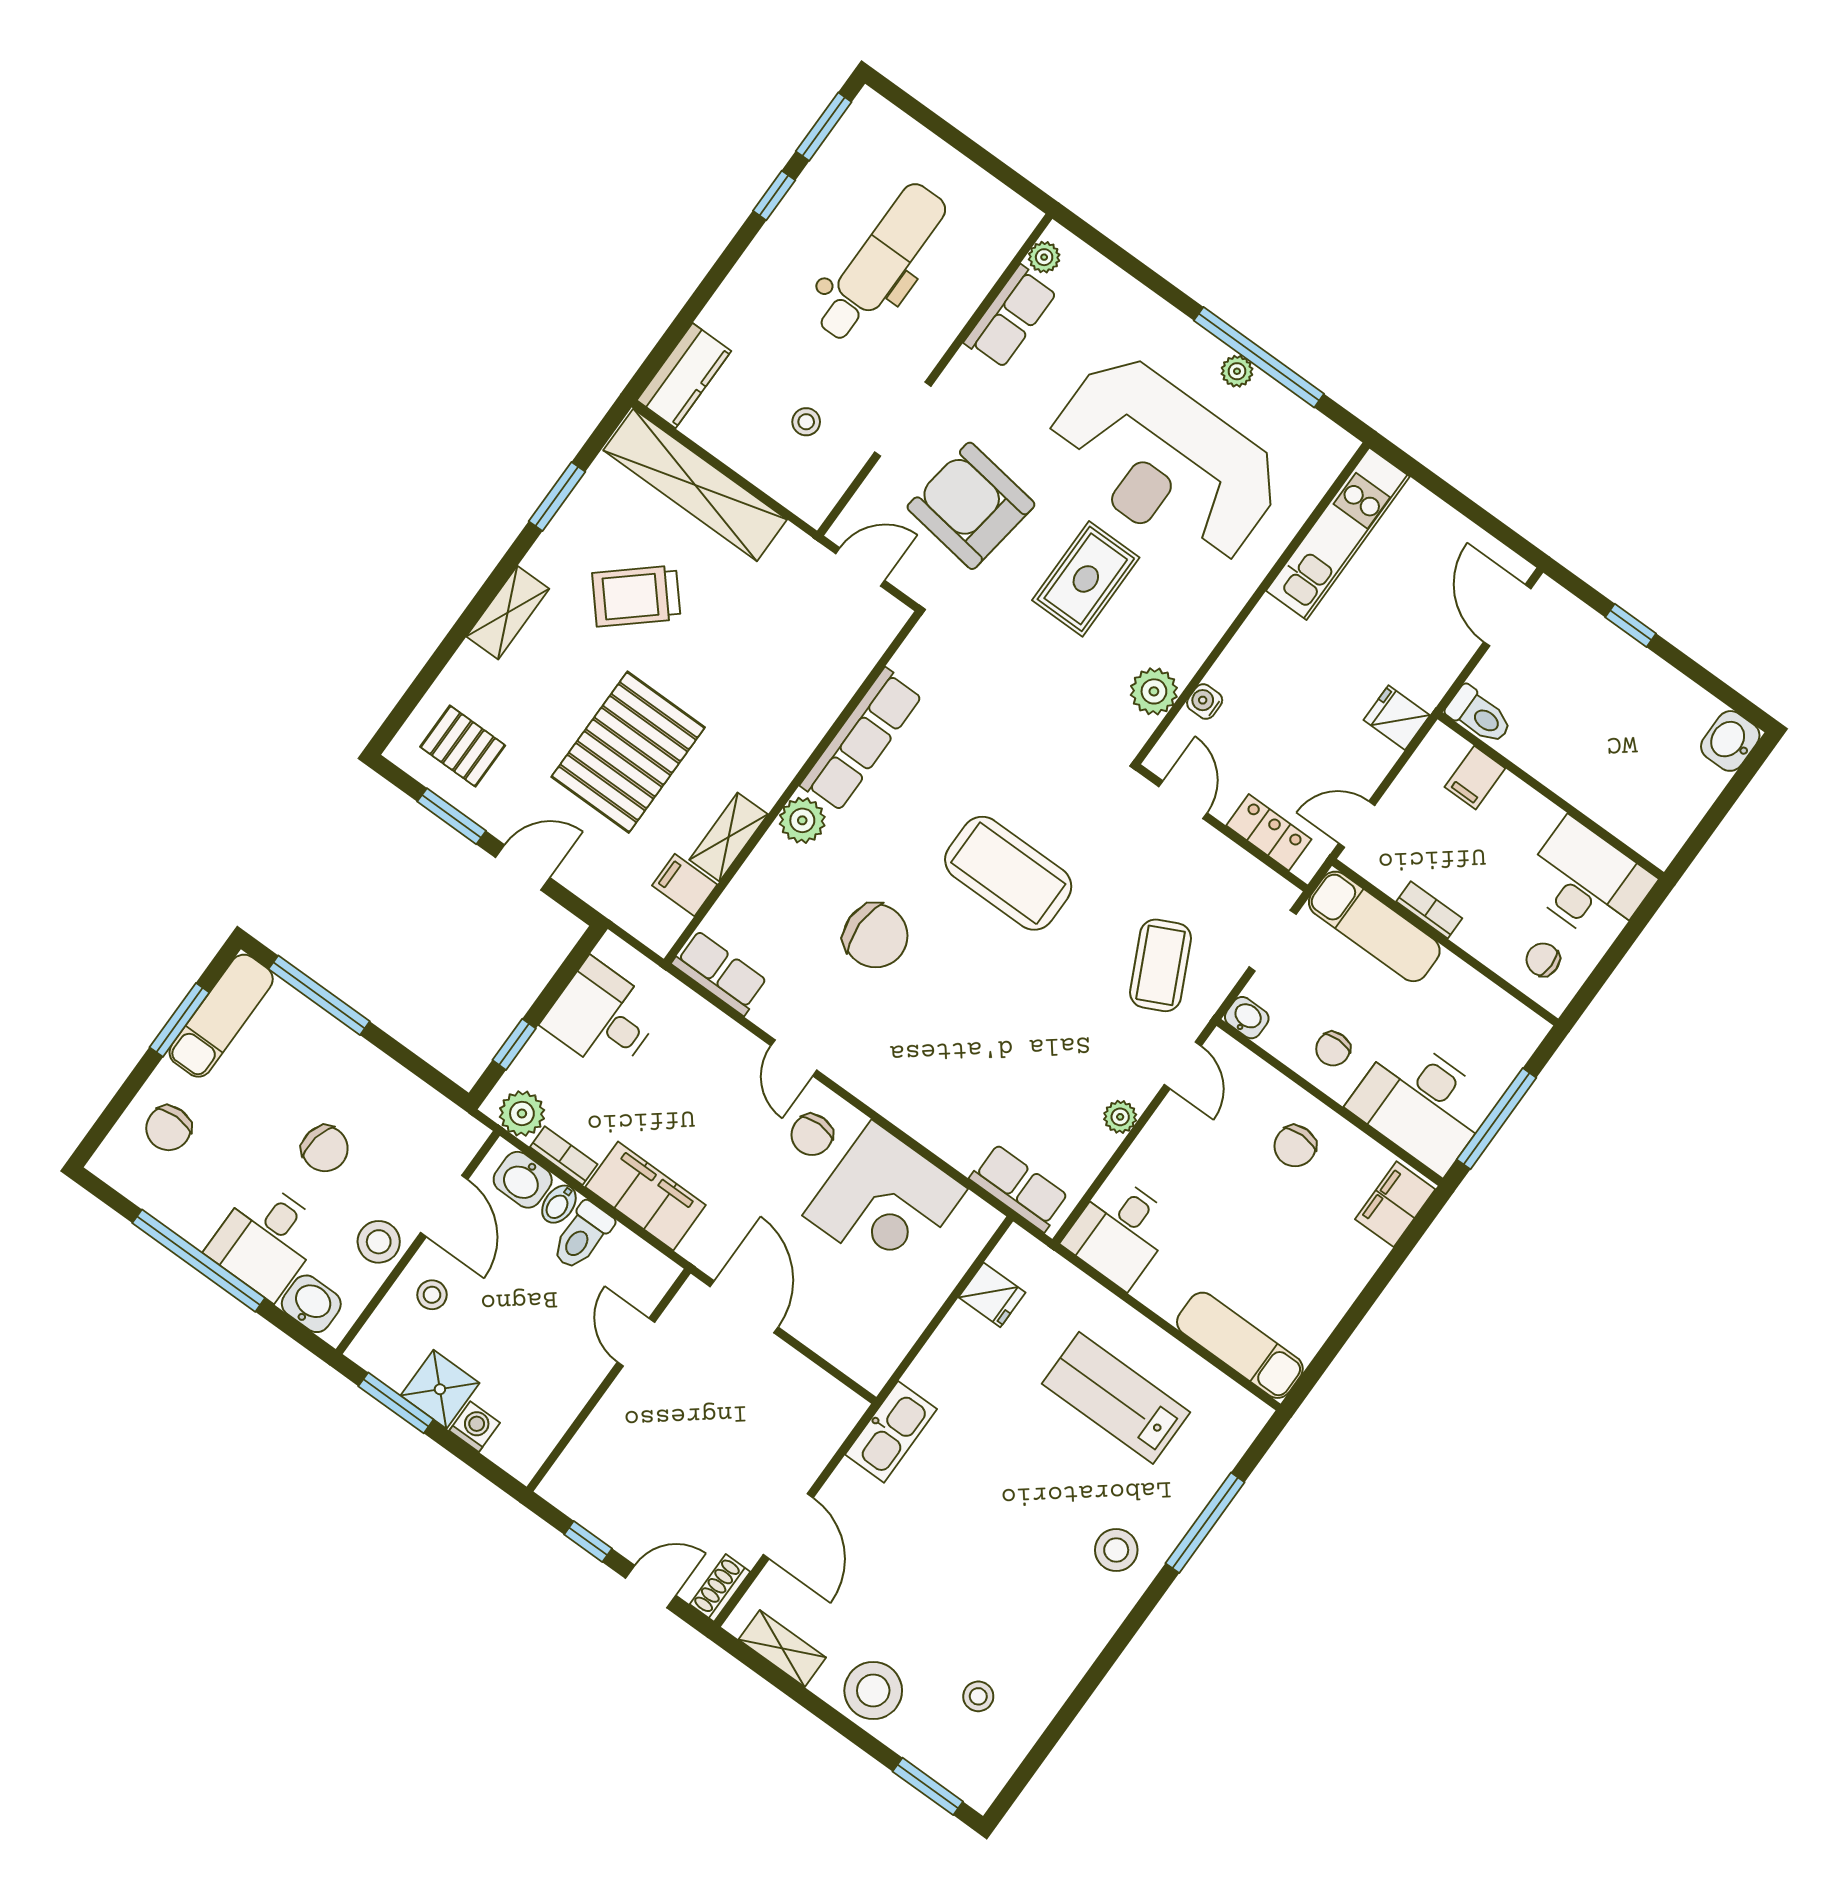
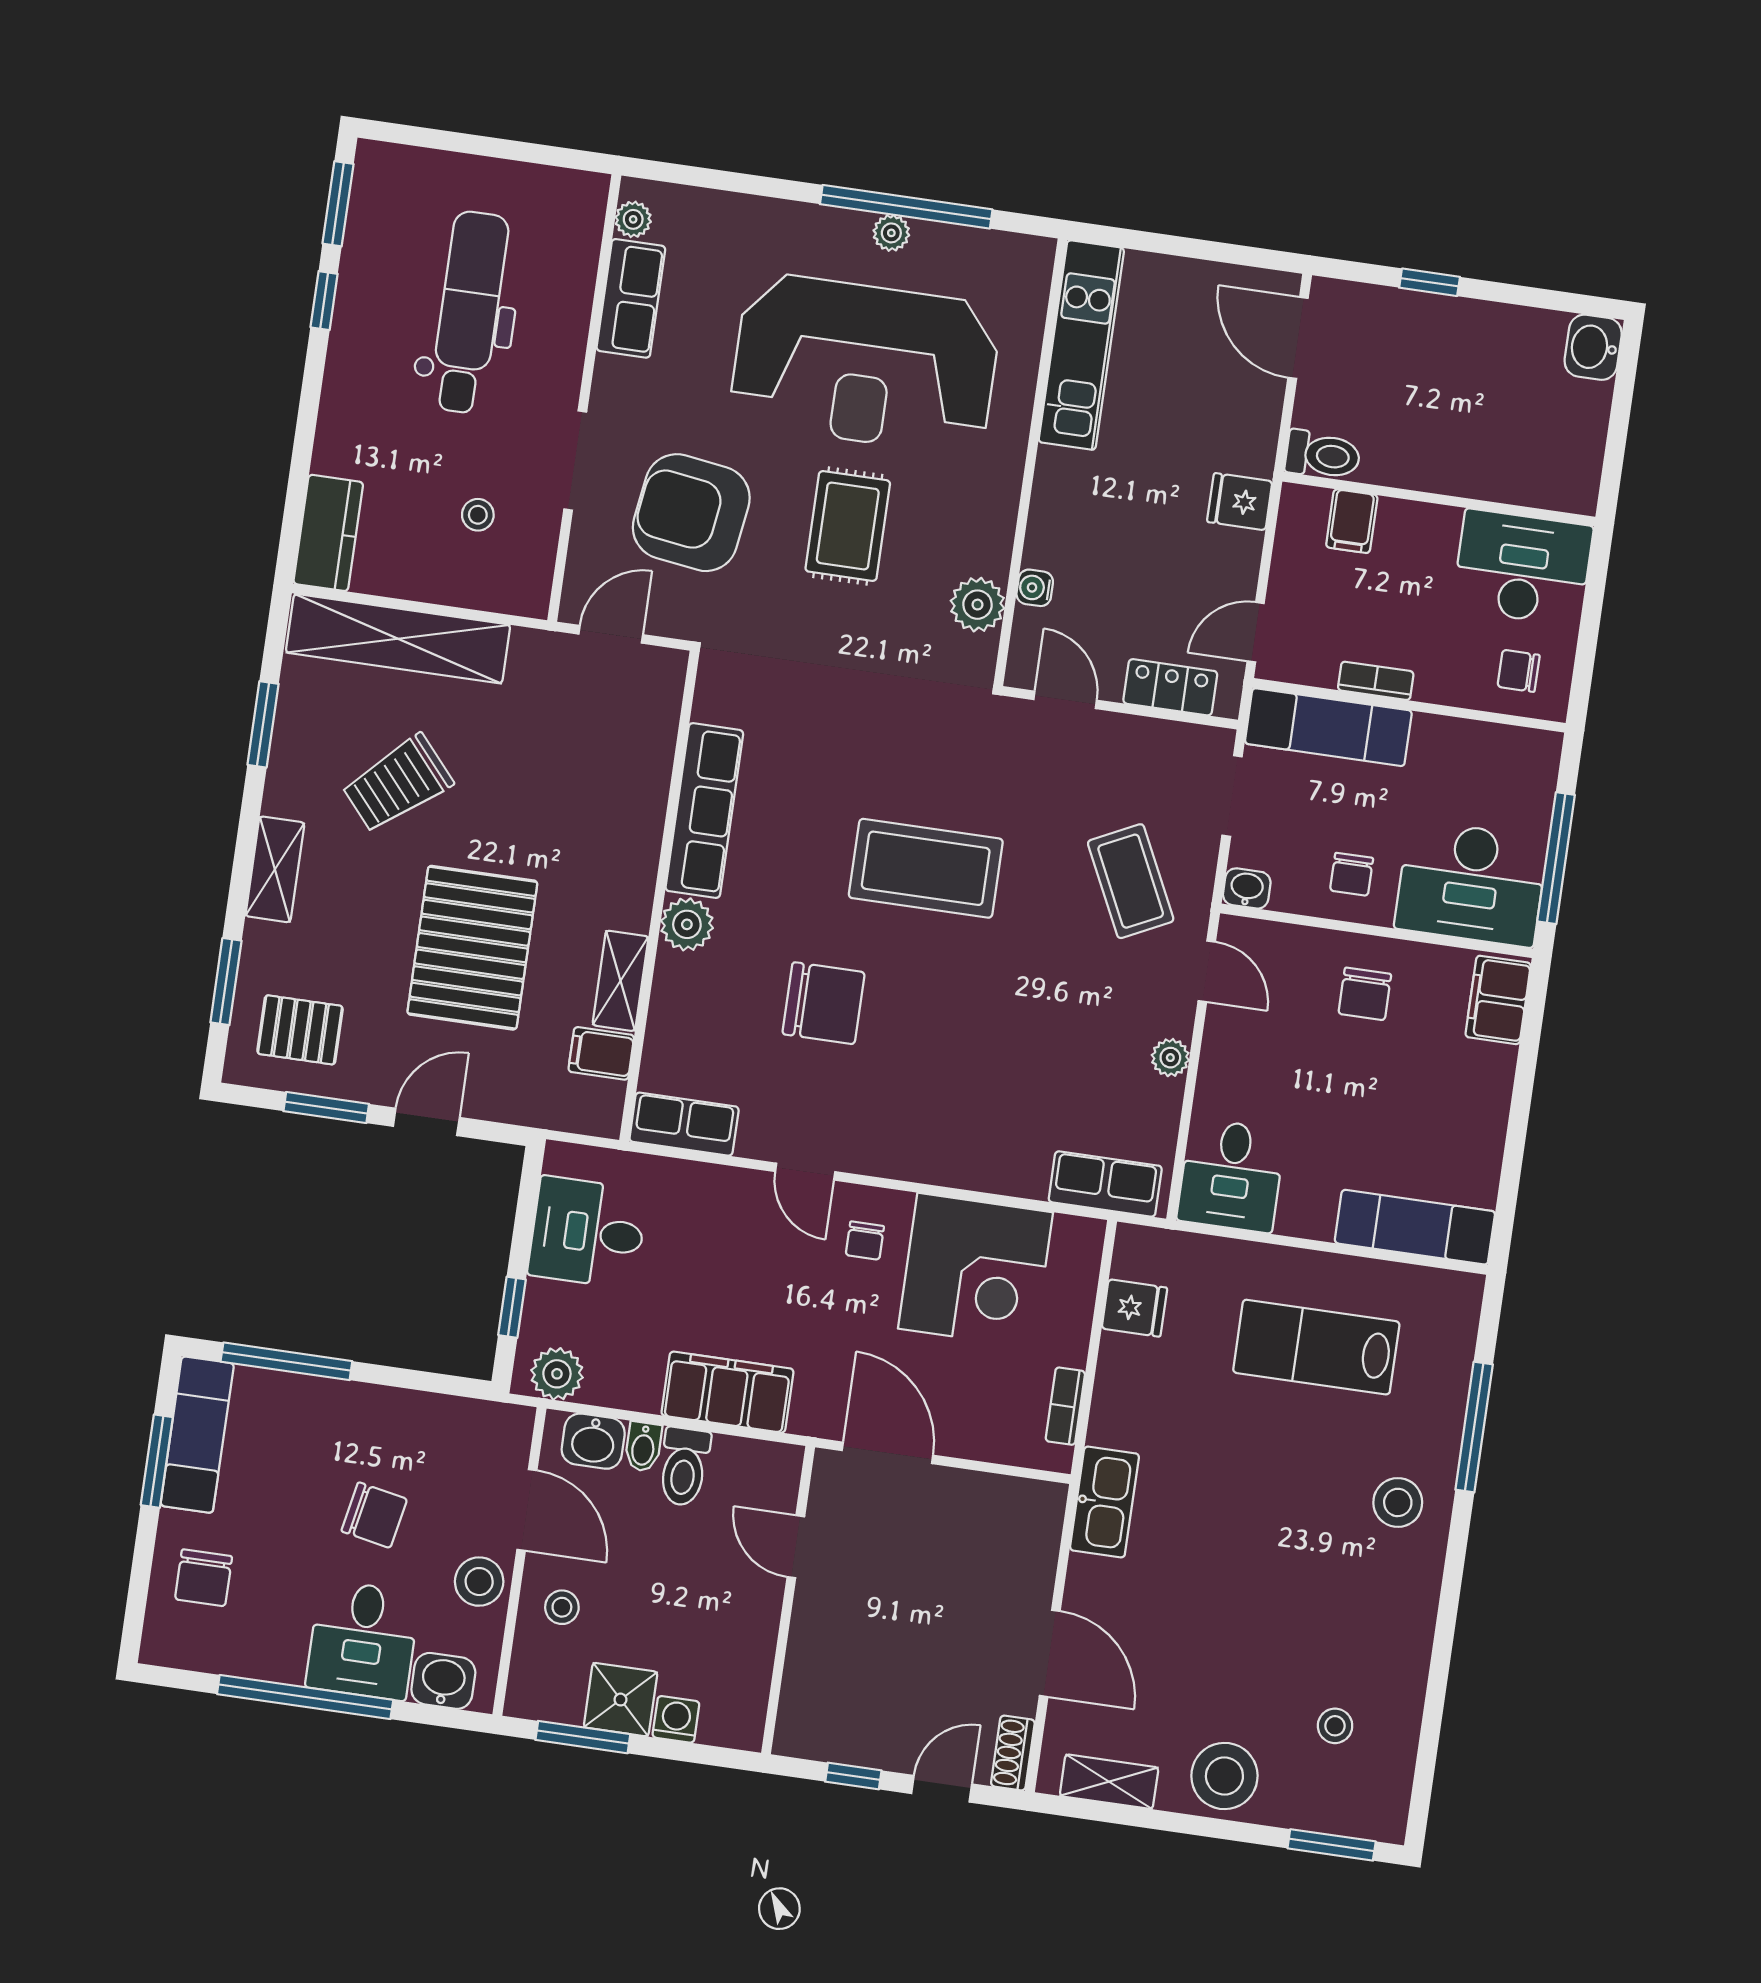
window: (425, 679) -> (226, 982), added
chair: (812, 1135) -> (865, 1241), width x0.73, depth x0.73
bookcase: (564, 1156) -> (1065, 1406), moved, turned -90

